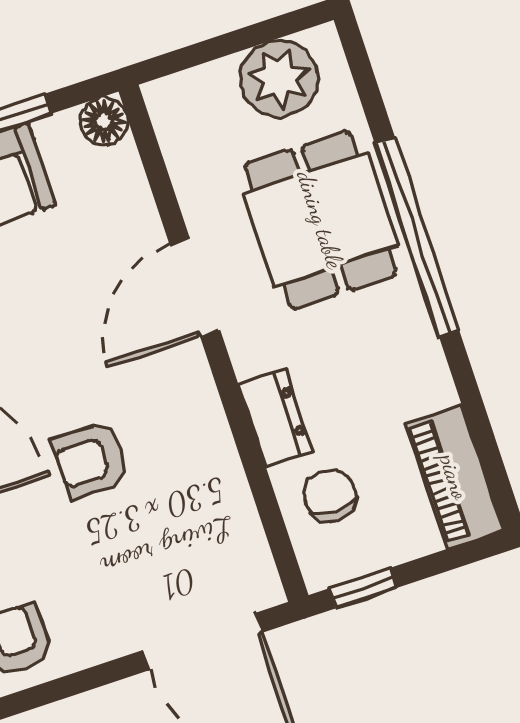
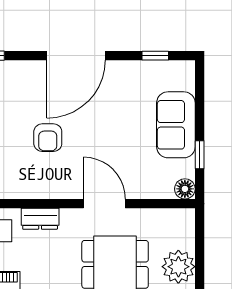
armchair: (91, 460) -> (48, 138), turned 180

